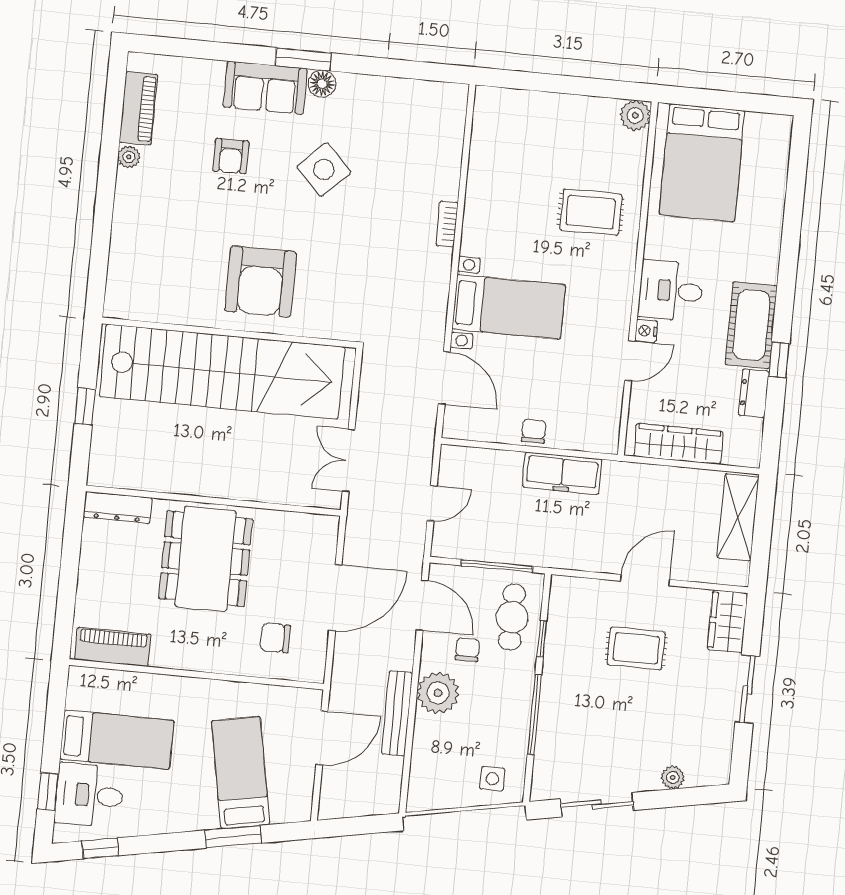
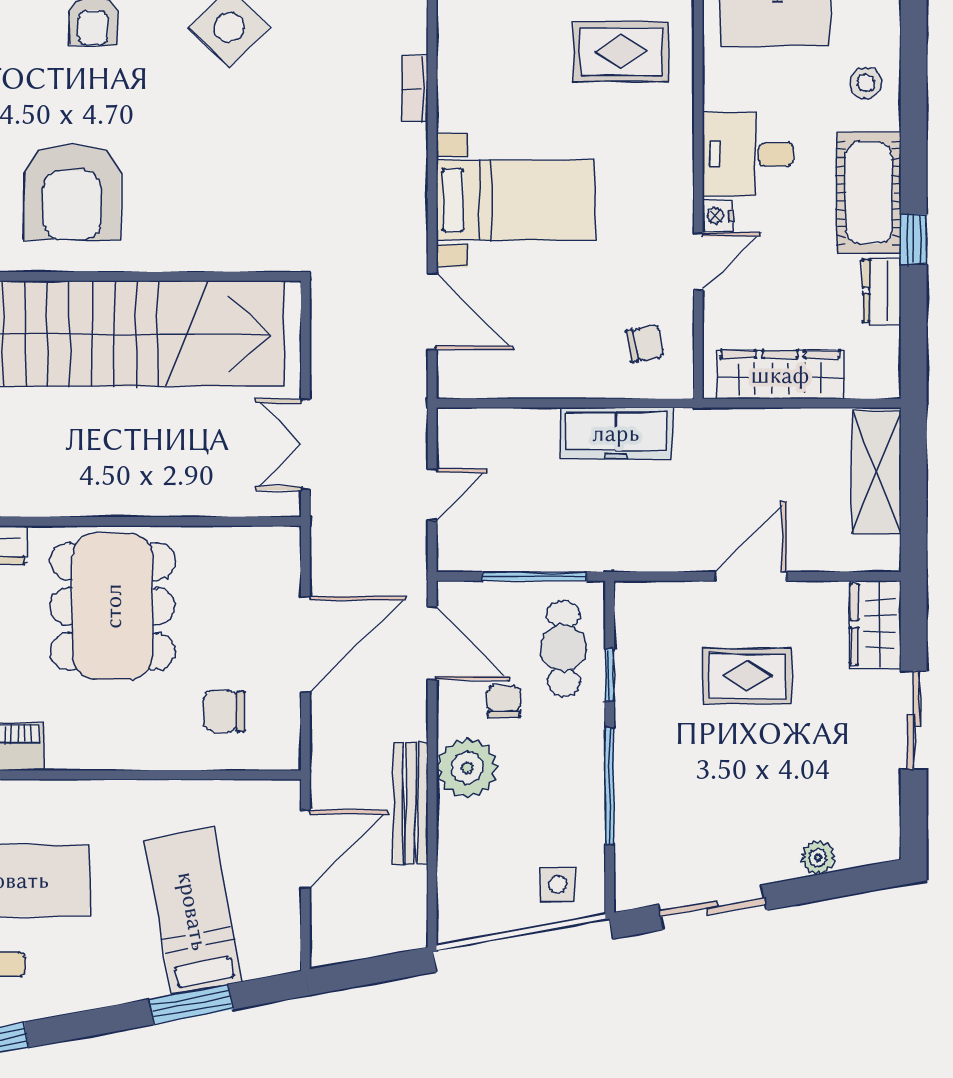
stool: (757, 250) -> (866, 83), added
armchair: (261, 281) -> (72, 192), moved
chair: (534, 431) -> (645, 344), moved, turned 80

